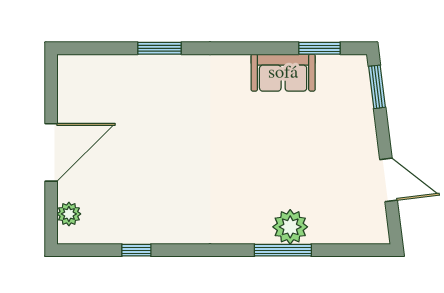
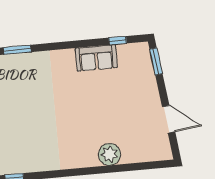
window: (319, 48) -> (118, 41), width x0.67
window: (283, 250) -> (106, 169), removed

